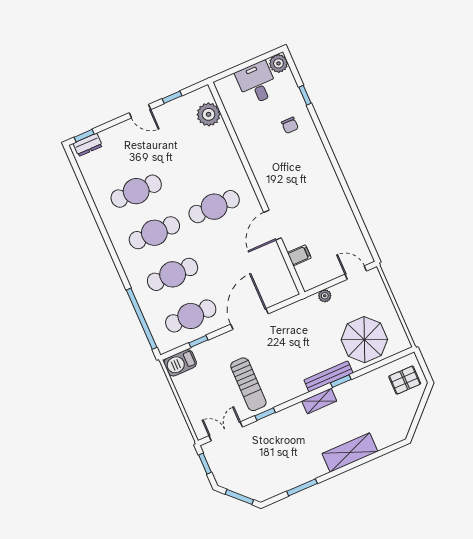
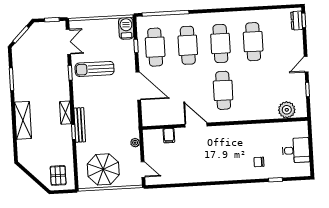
plant: (278, 63) -> (304, 170), removed
door: (356, 273) -> (143, 169), hinge flipped
parasol: (364, 340) -> (103, 169), moved

